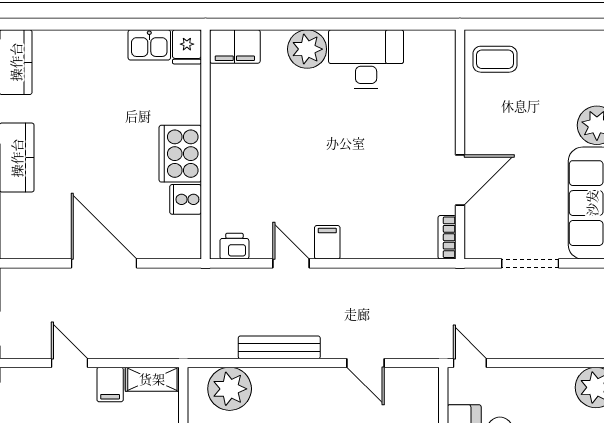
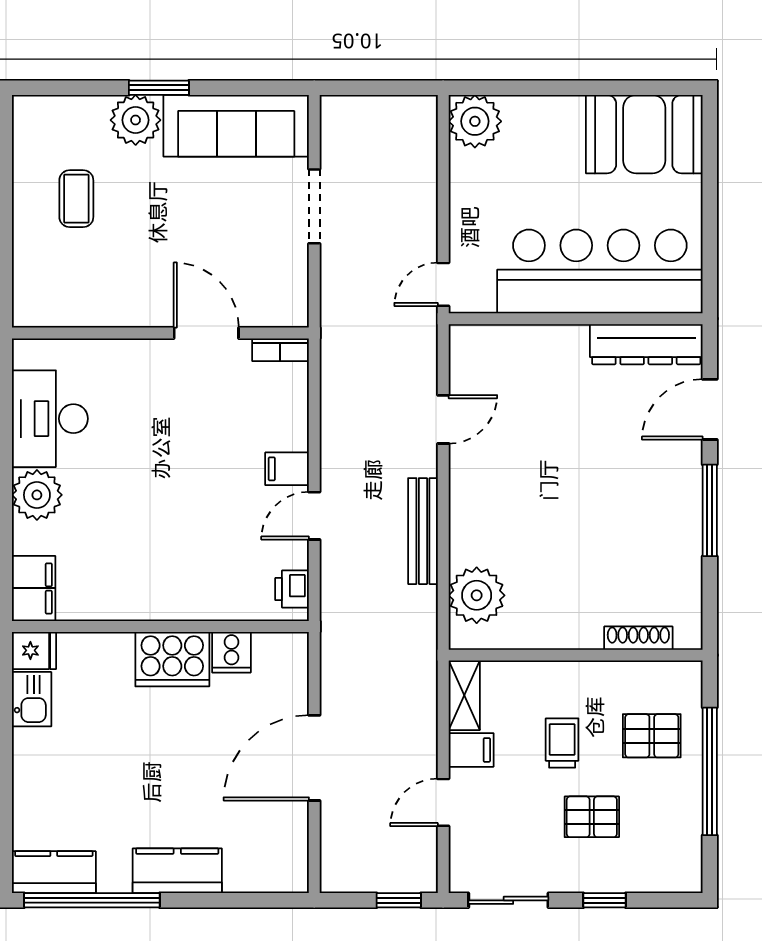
coffee table: (495, 59) -> (76, 199), moved
wall: (460, 144) -> (160, 333), moved
door: (460, 180) -> (206, 333), moved
bookcase: (447, 237) -> (280, 350), moved

